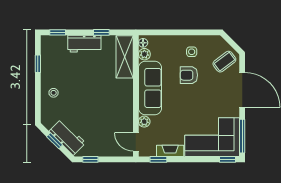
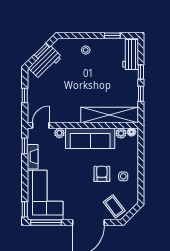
window: (58, 32) -> (141, 72), moved
workbench: (84, 44) -> (131, 54), moved
shelving: (125, 57) -> (109, 115), width x1.47
window: (90, 159) -> (25, 96), moved

